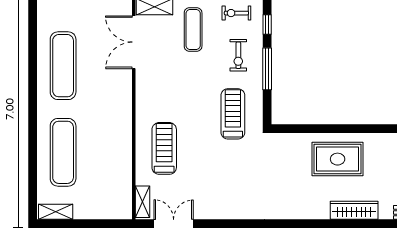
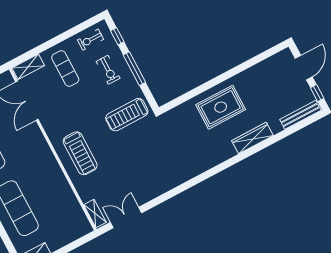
treadmill: (233, 114) -> (127, 115), turned -90
treadmill: (164, 148) -> (80, 153), moved, turned 180

